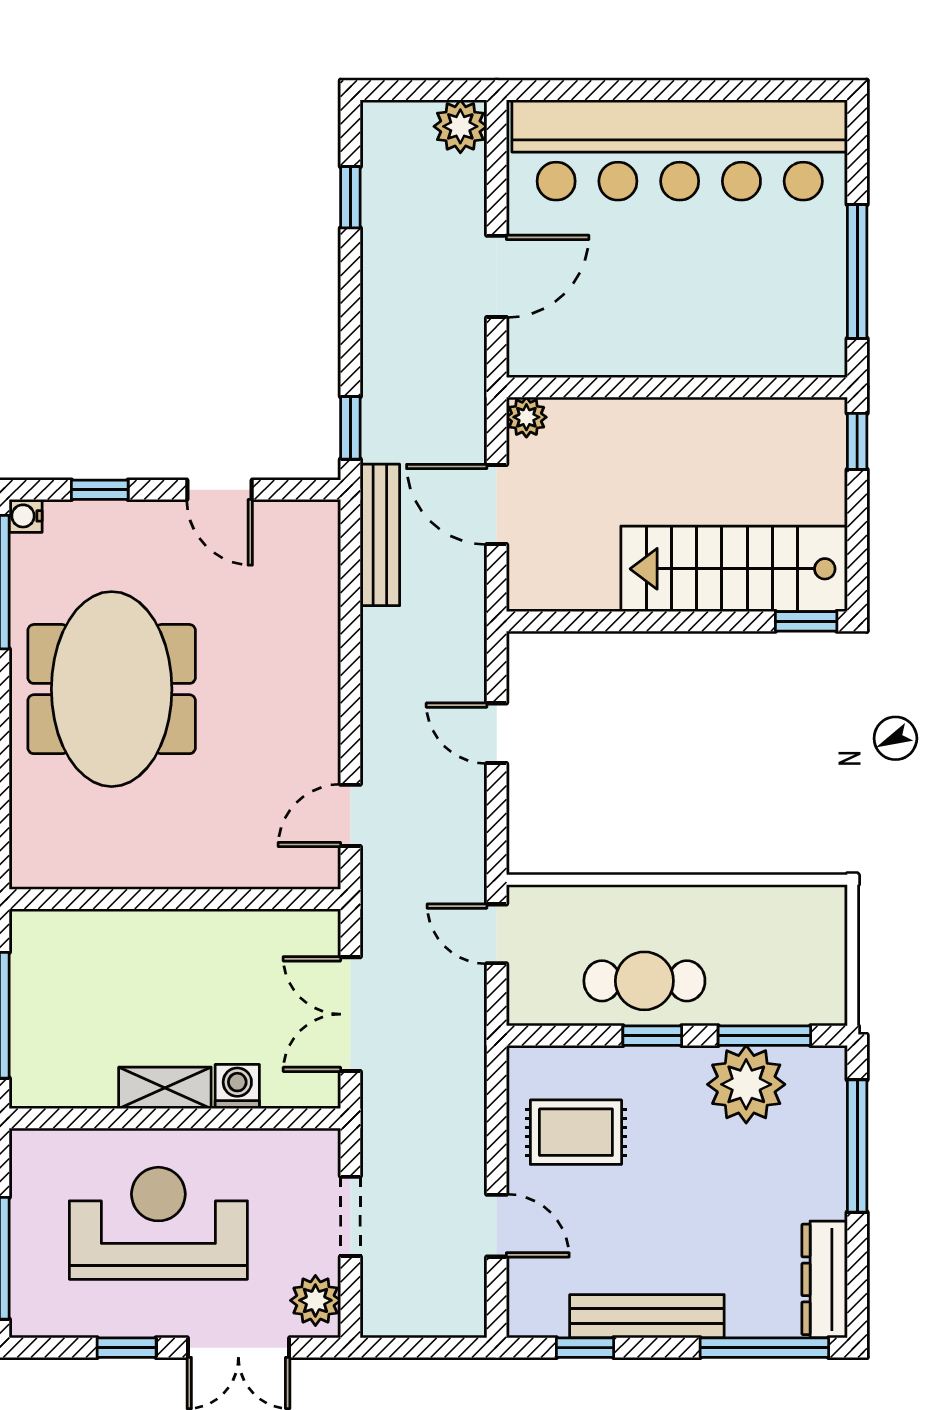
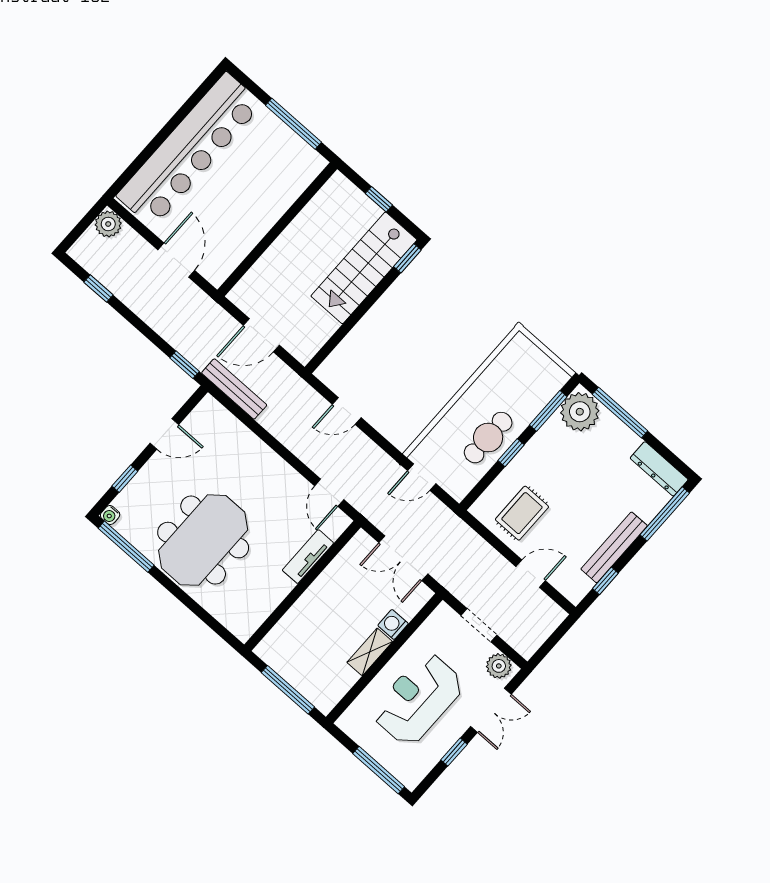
plant: (526, 417) -> (239, 295), removed
window: (857, 441) -> (379, 199), moved
meeting table: (112, 689) -> (203, 540), turned 90
tv unit: (226, 868) -> (308, 557), added
plant: (746, 1084) -> (580, 412), moved

